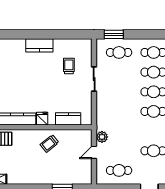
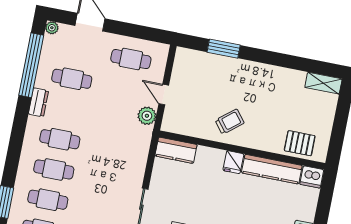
kitchen counter: (68, 119) -> (176, 150), moved
door: (94, 152) -> (164, 94), swing flipped

